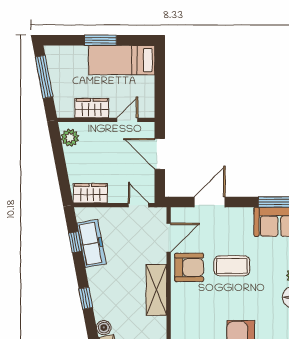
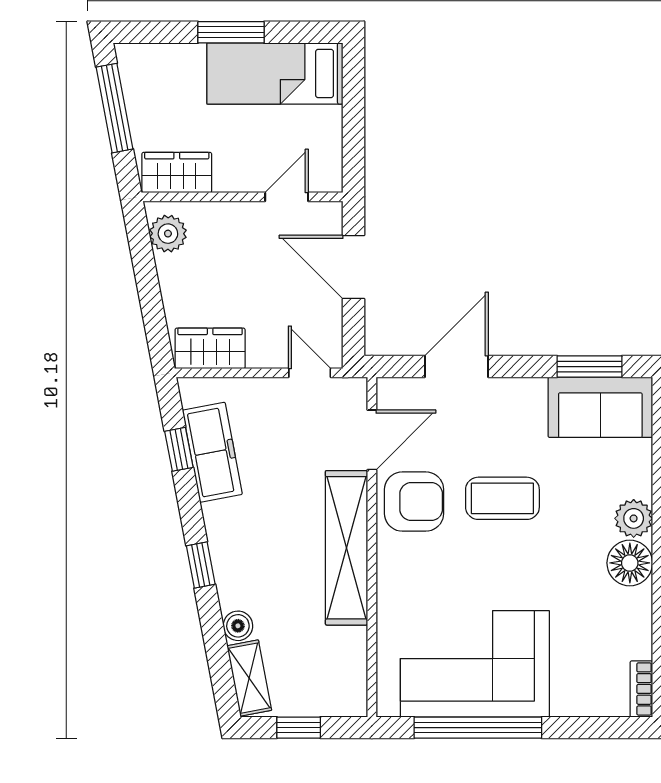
wardrobe: (92, 108) -> (177, 173), moved
shelving: (156, 290) -> (346, 548), width x1.47

